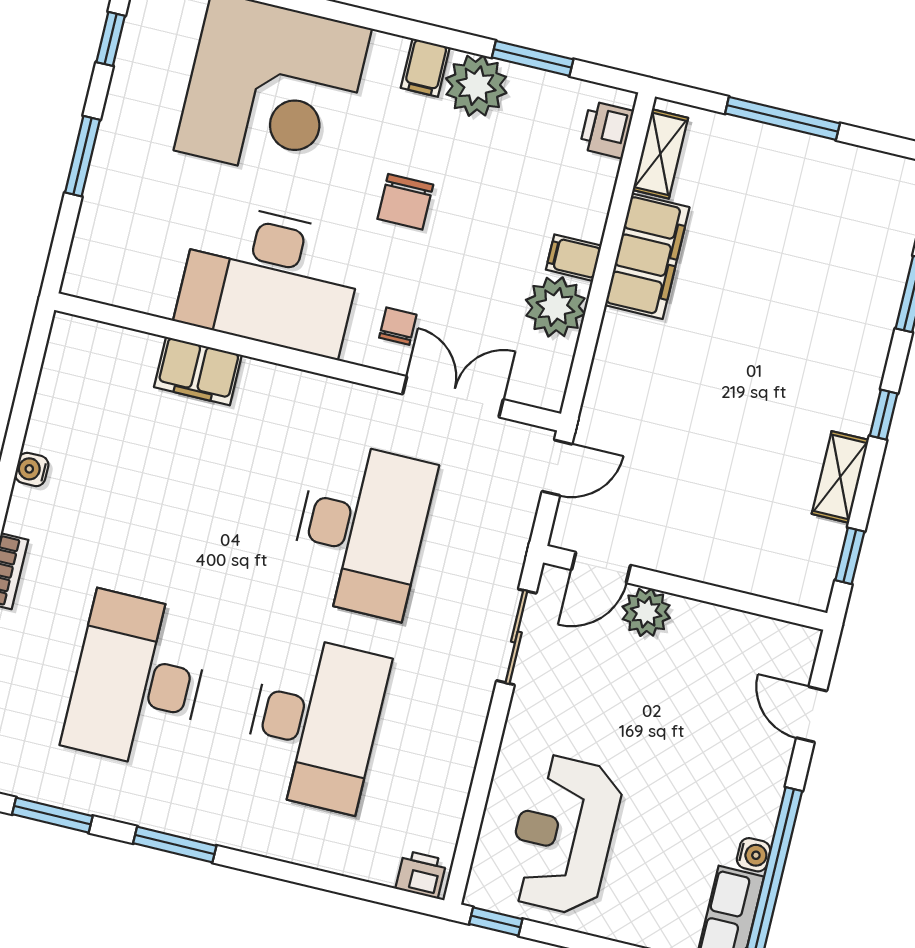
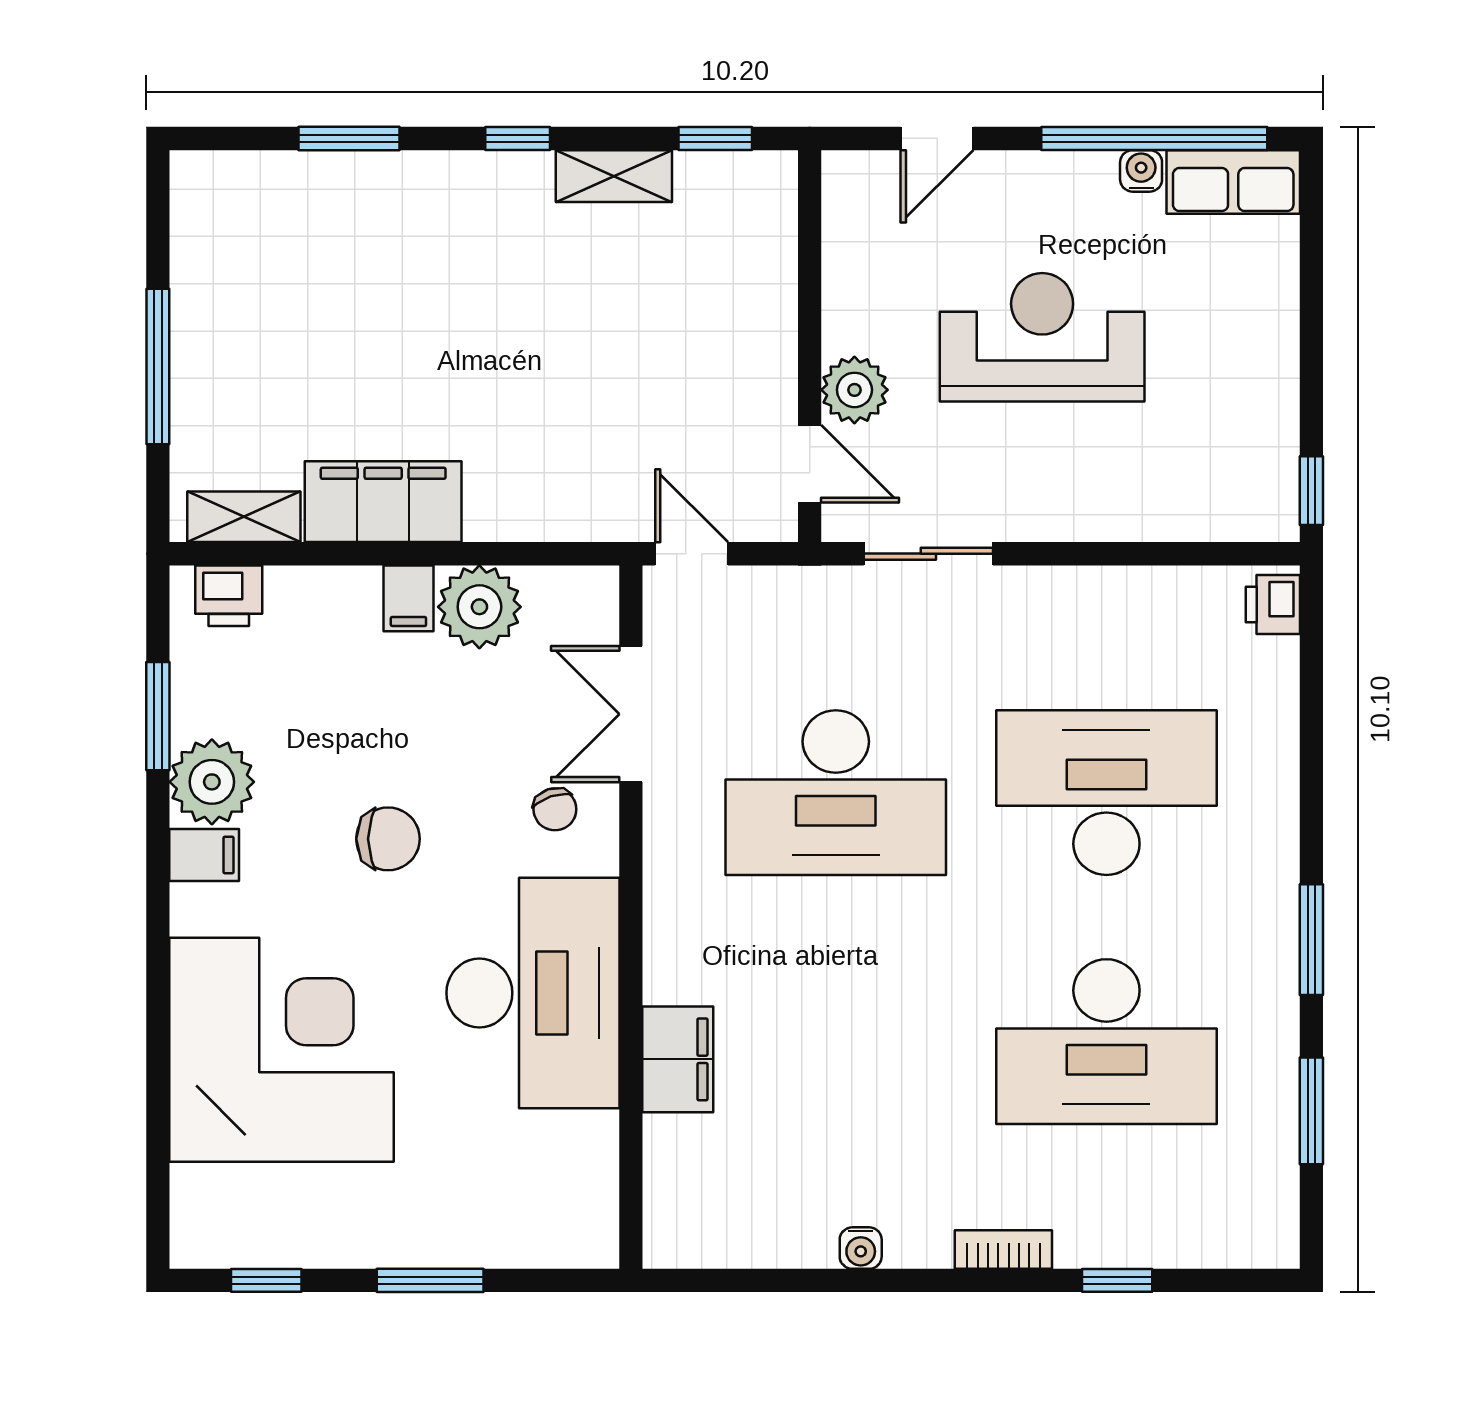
chair: (398, 326) -> (555, 809), turned -108
desk: (362, 530) -> (836, 793), turned 180
reception desk: (564, 835) -> (1042, 337), moved, turned 180

